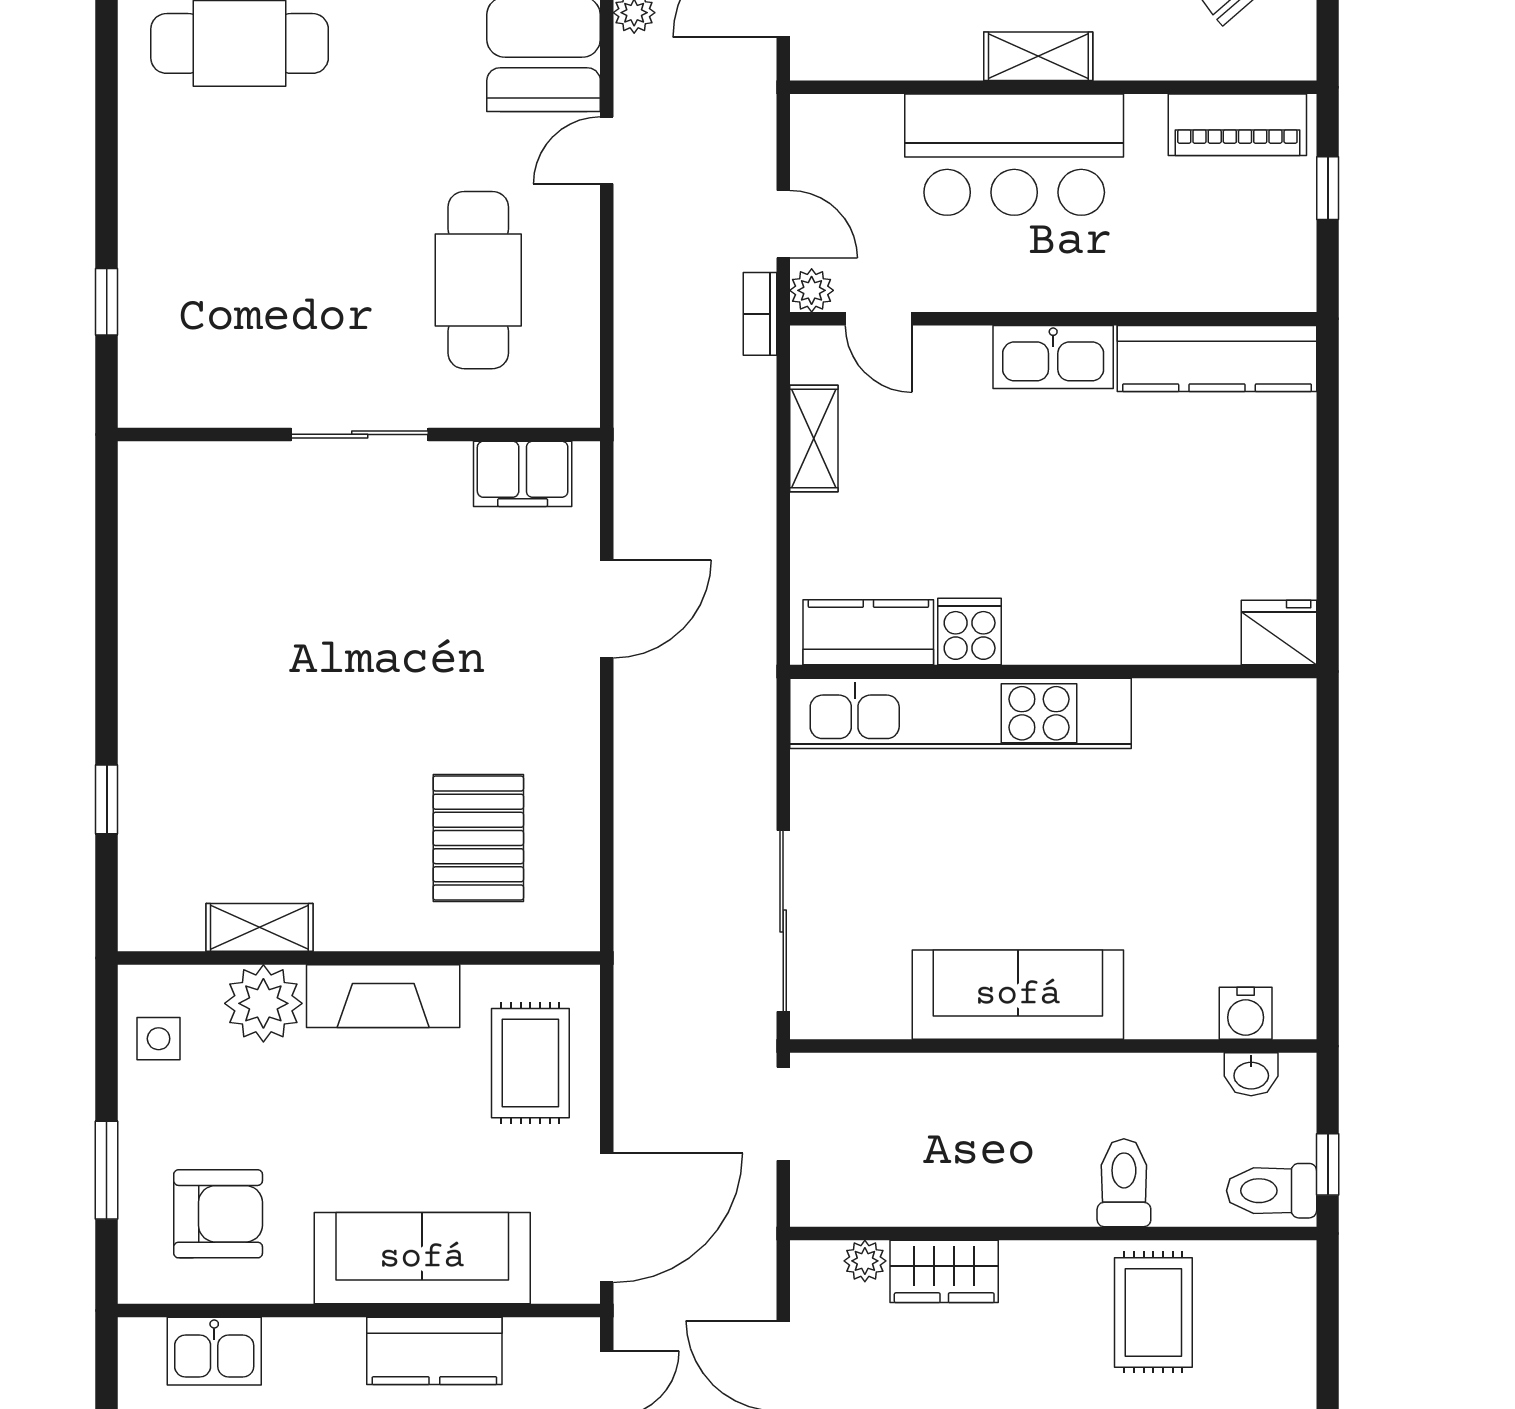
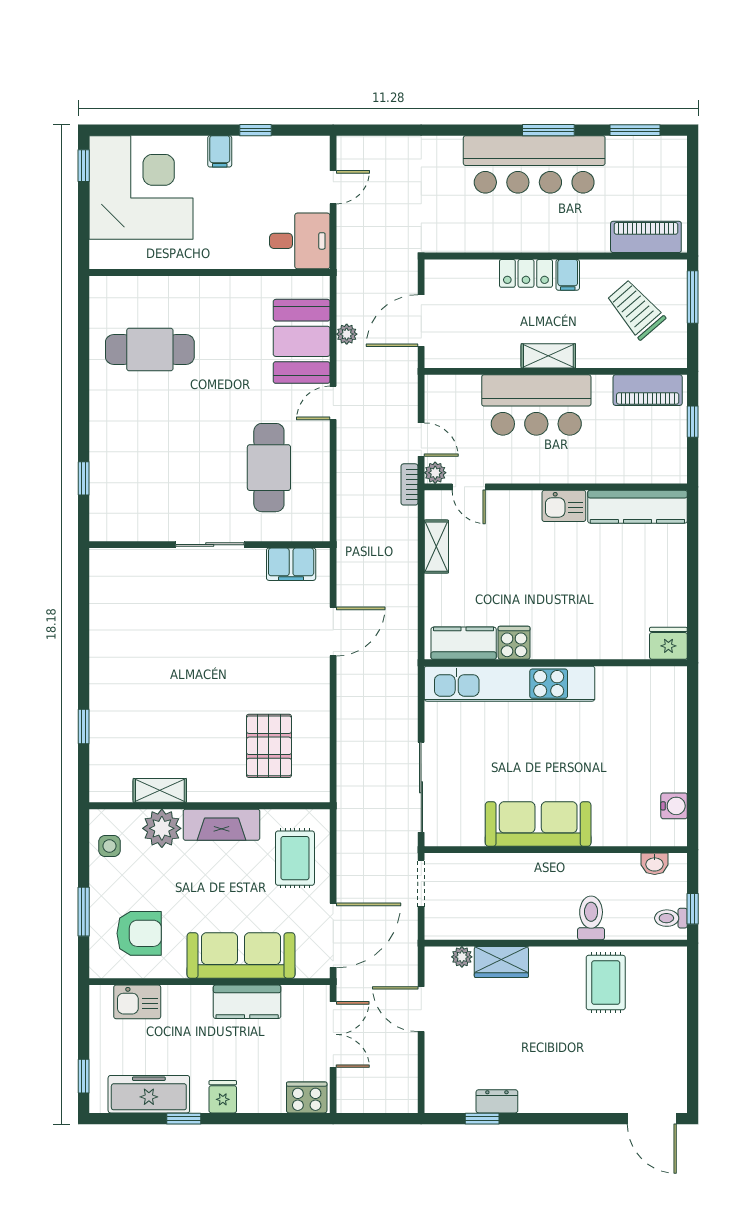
kitchen sink: (1053, 357) -> (564, 506), width x0.73
water cooler: (1246, 1013) -> (674, 806), moved, turned -90
toilet: (1272, 1191) -> (671, 918), width x0.73, depth x0.72

